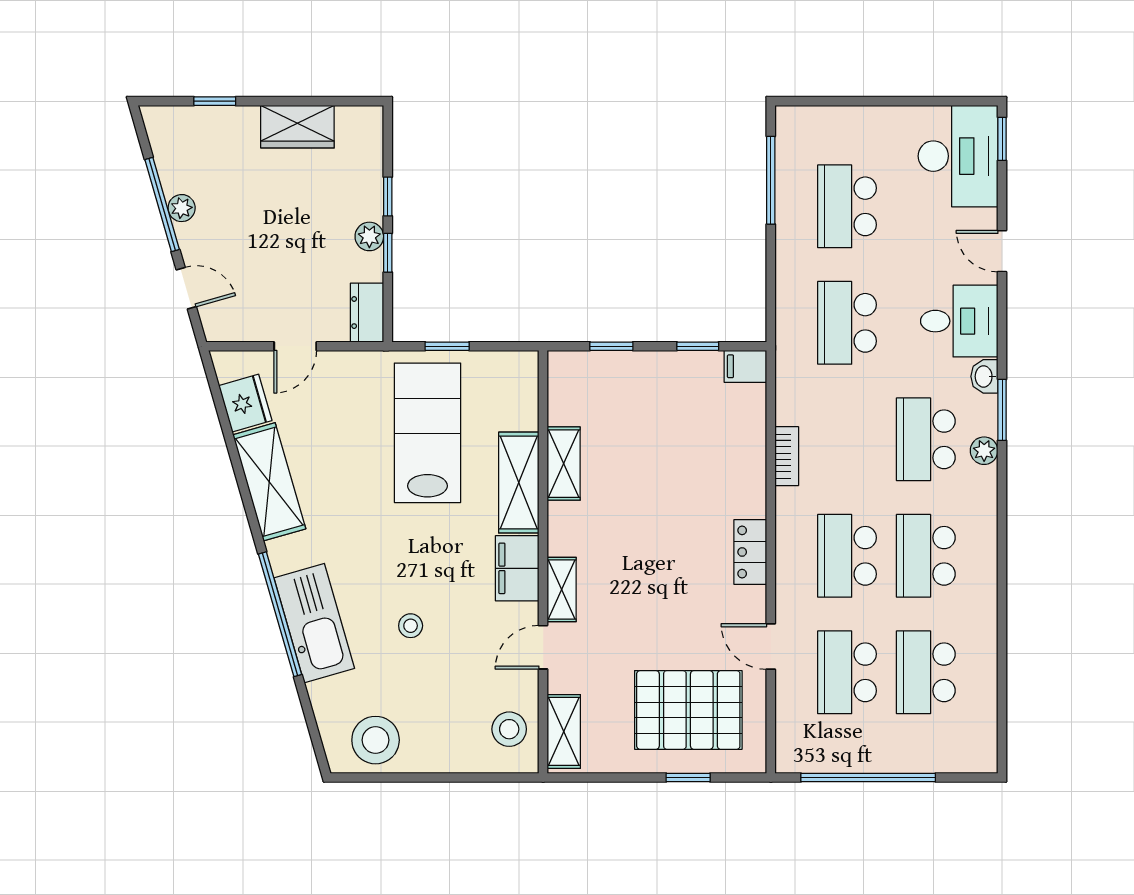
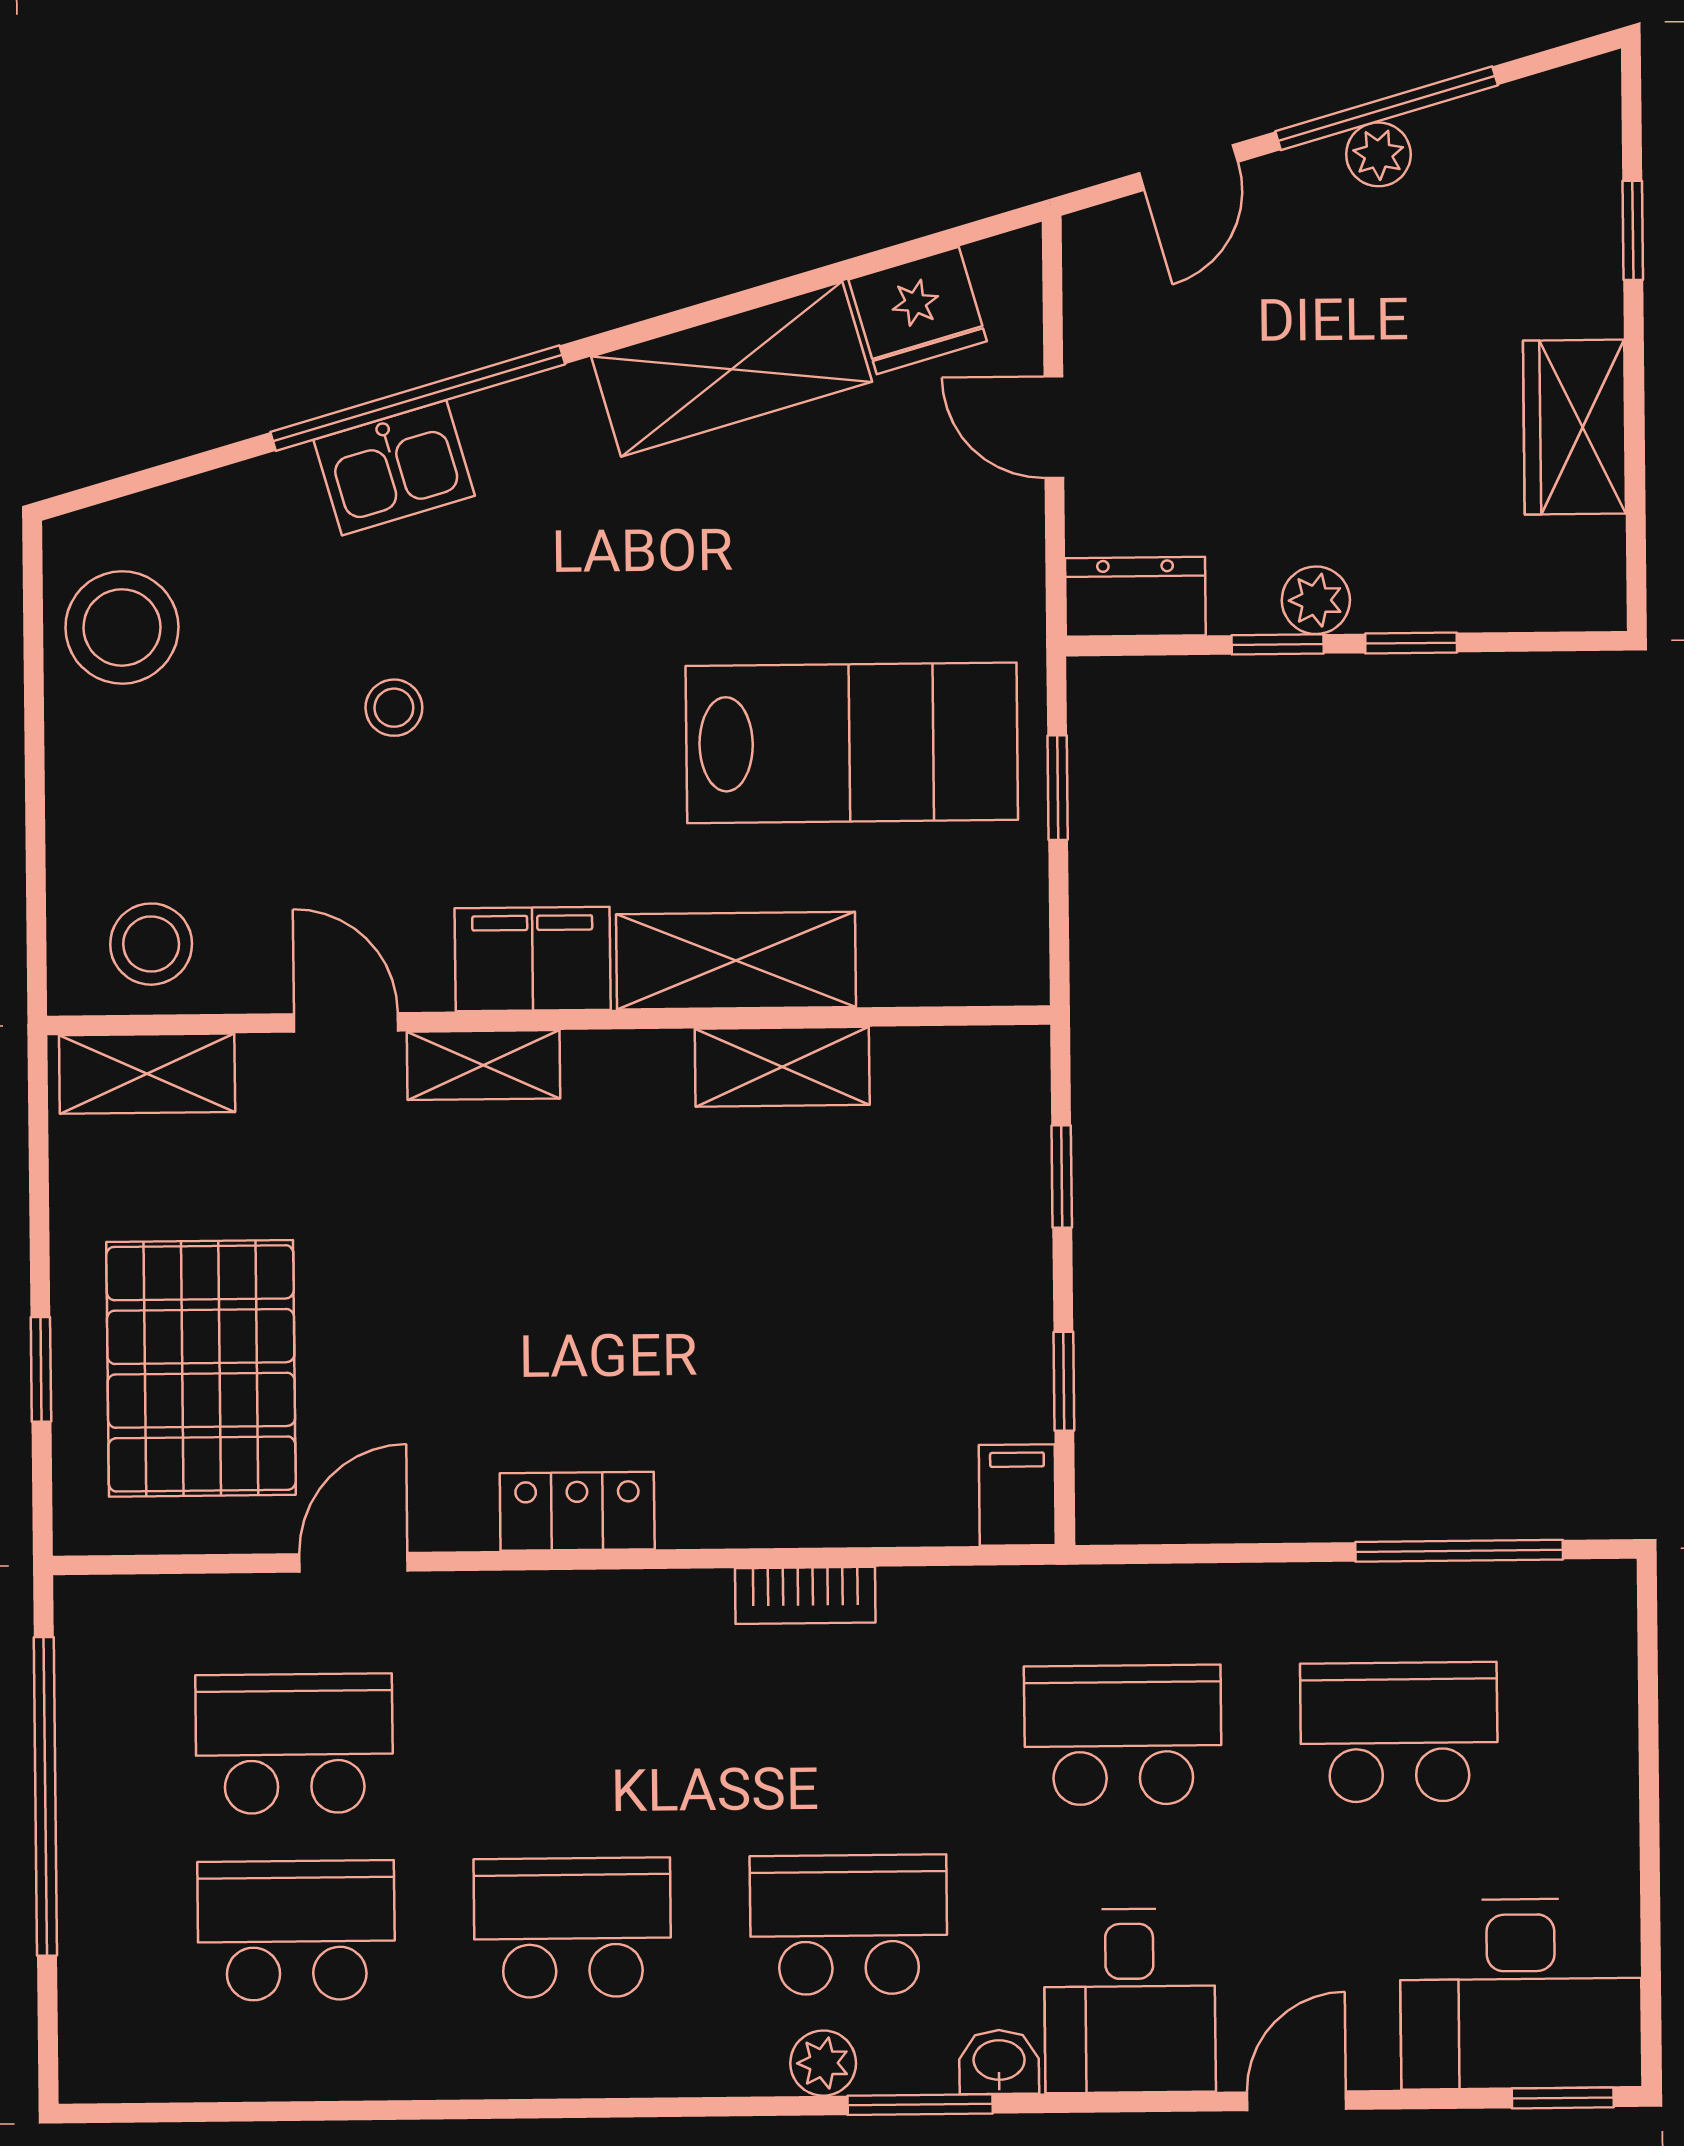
school desk: (847, 556) -> (570, 1741), removed
kitchen sink: (314, 623) -> (394, 468), width x0.53, depth x0.81

